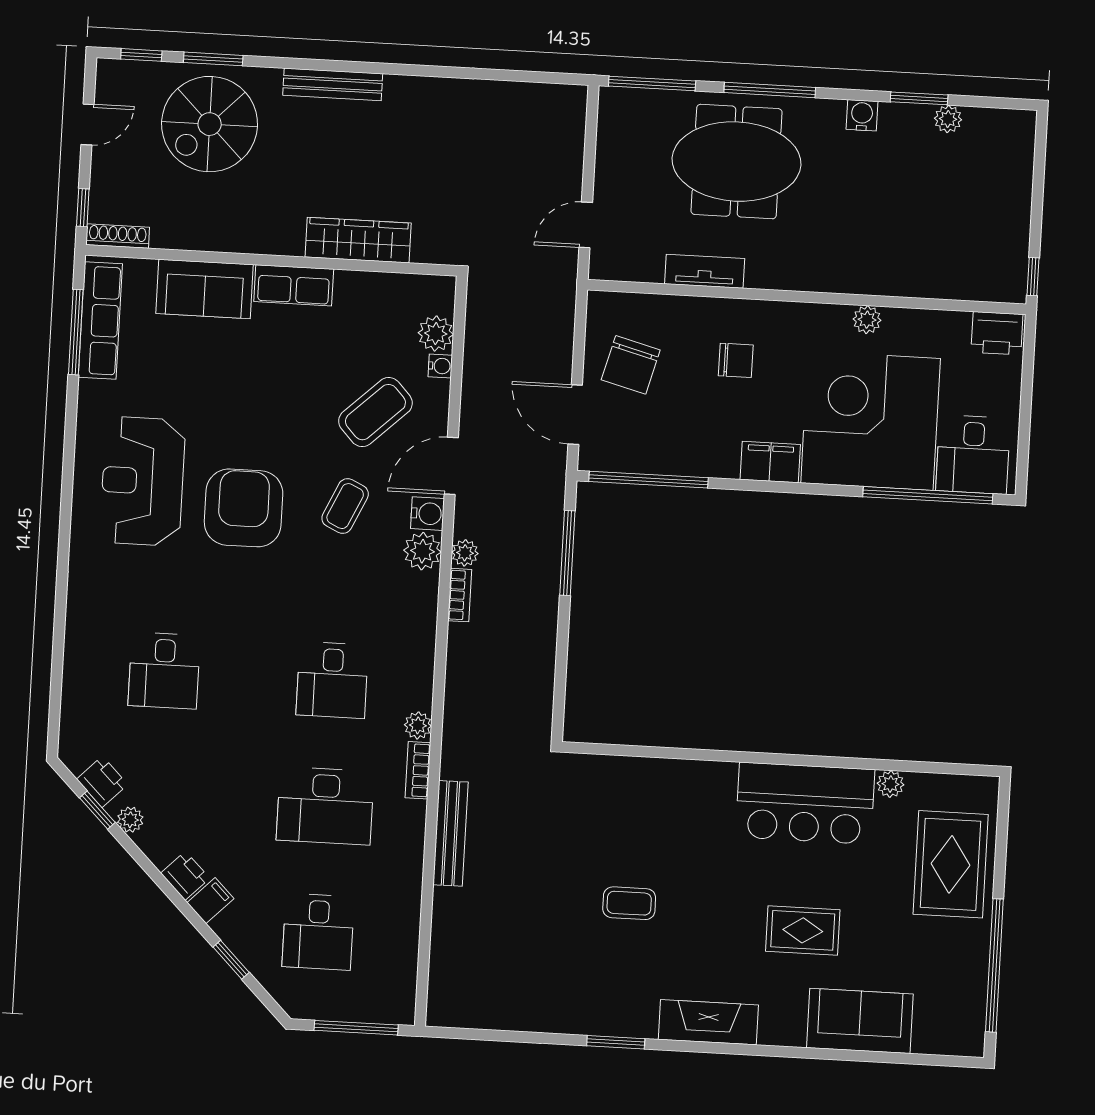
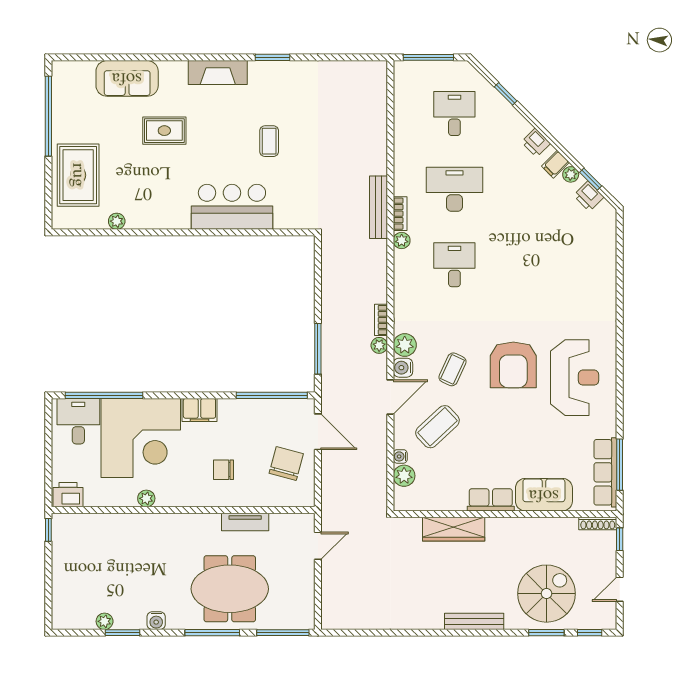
desk: (164, 671) -> (555, 265), removed
bar counter: (805, 803) -> (232, 207), moved
bench: (450, 833) -> (378, 207), moved
filing cabinet: (210, 901) -> (555, 164), moved
coffee table: (629, 903) -> (269, 141), turned 90

